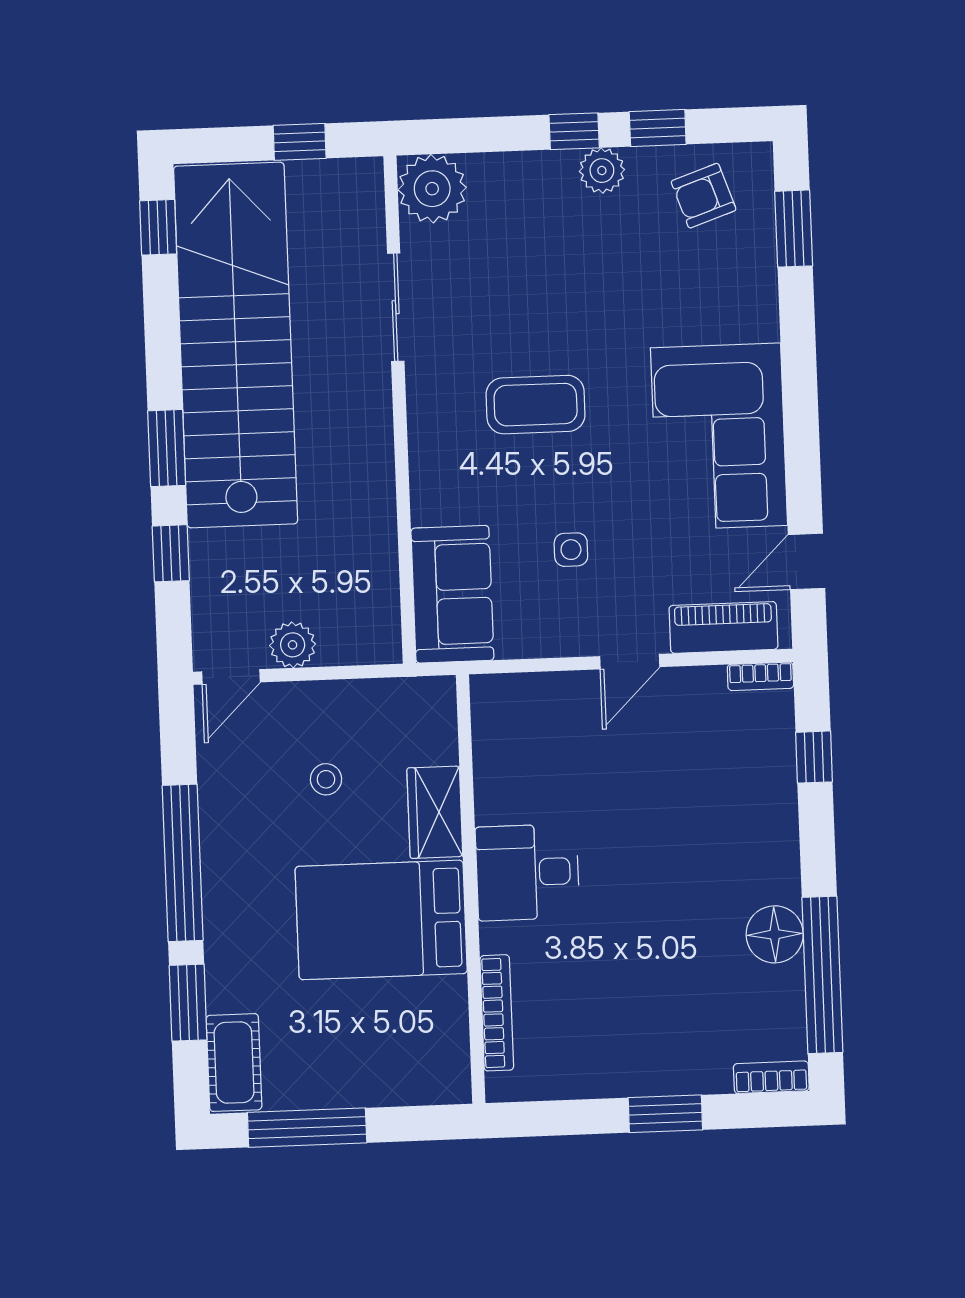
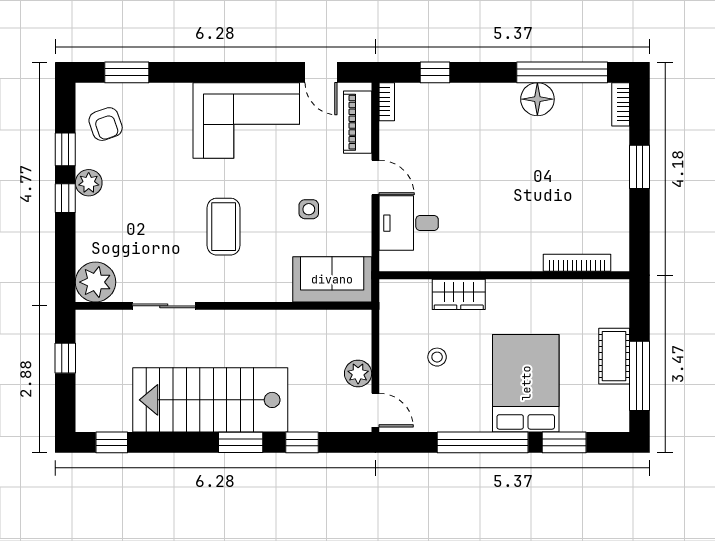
stairs: (236, 345) -> (210, 400), width x0.73
desk: (527, 872) -> (409, 223), moved, turned 90
bed: (381, 920) -> (526, 383), moved, turned 180
cot: (234, 1063) -> (614, 356), moved, turned 90

